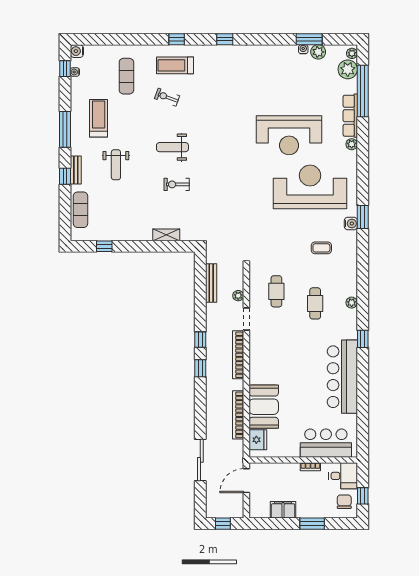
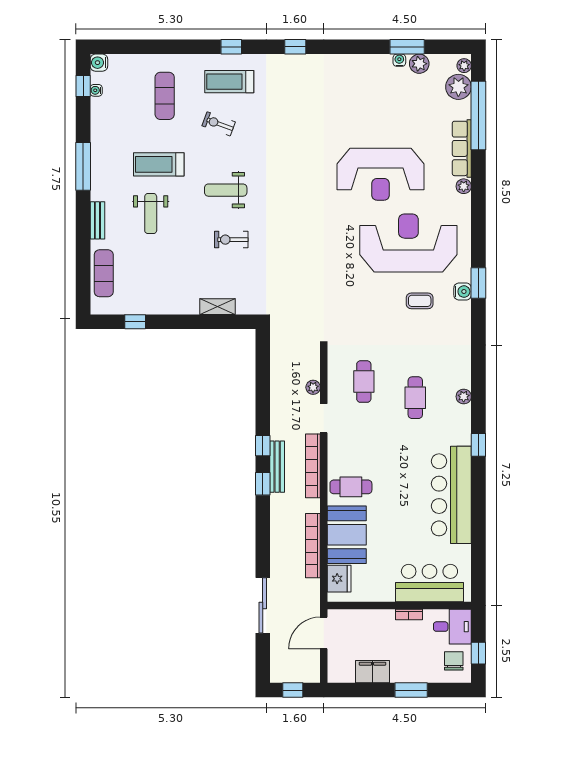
treadmill: (99, 118) -> (159, 164), moved, turned -90
window: (65, 176) -> (83, 229), removed
coffee table: (321, 248) -> (420, 301), moved
bench: (211, 283) -> (277, 467), moved
cafe table: (267, 371) -> (351, 487), added

